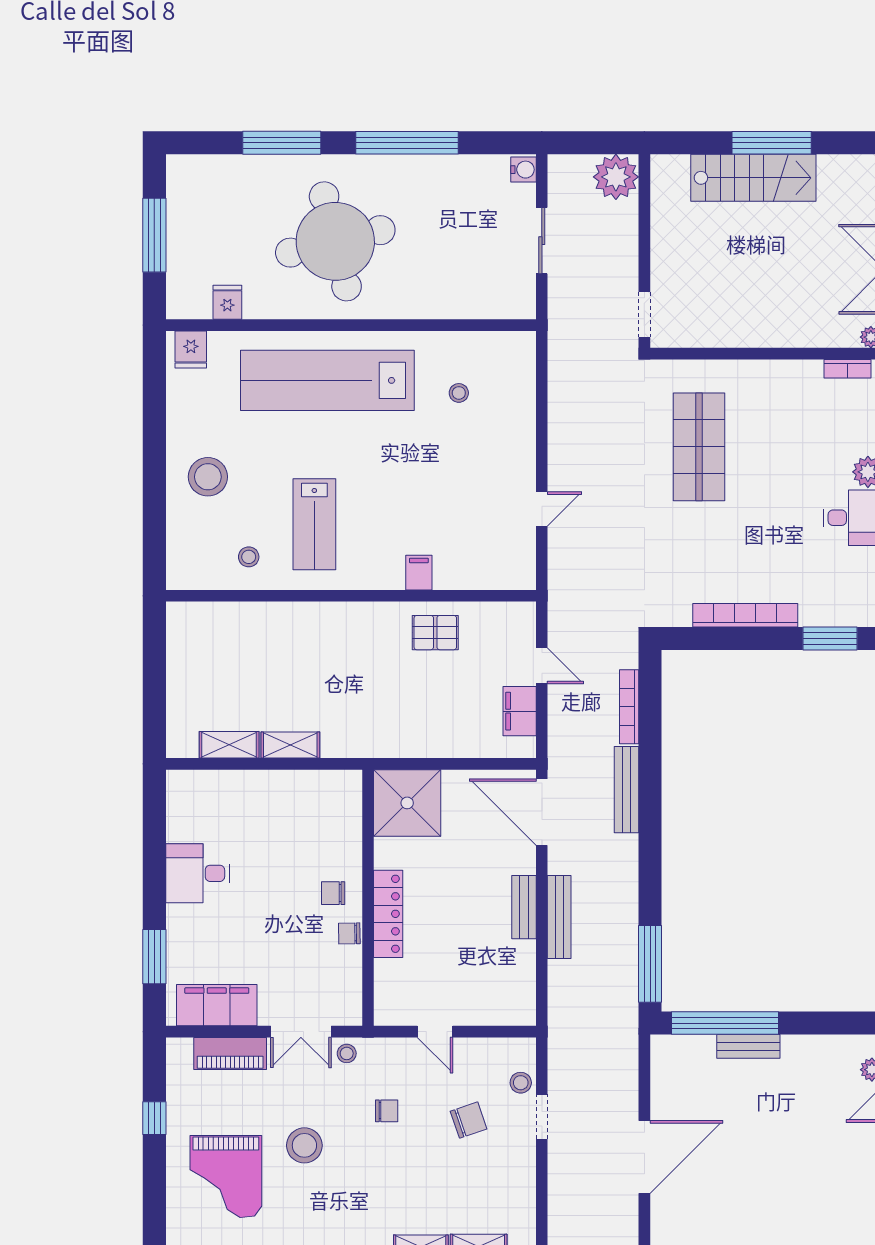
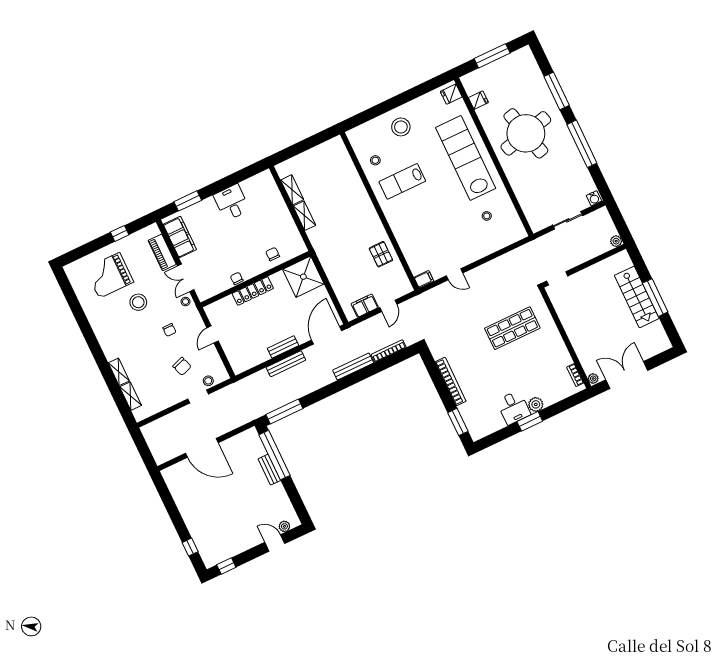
plant: (616, 177) -> (616, 241), width x0.53, depth x0.53
filing cabinet: (419, 573) -> (424, 279), moved
chair: (333, 893) -> (273, 254), moved

